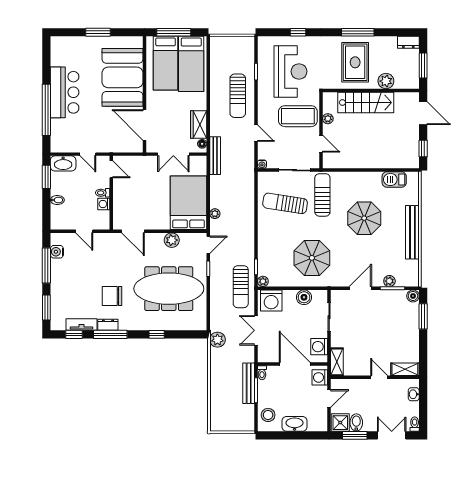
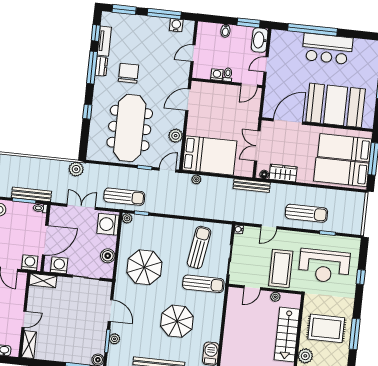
sun lounger: (238, 96) -> (306, 213), turned 180
door: (208, 245) -> (167, 170), swing flipped
sun lounger: (241, 287) -> (124, 197), turned 180

